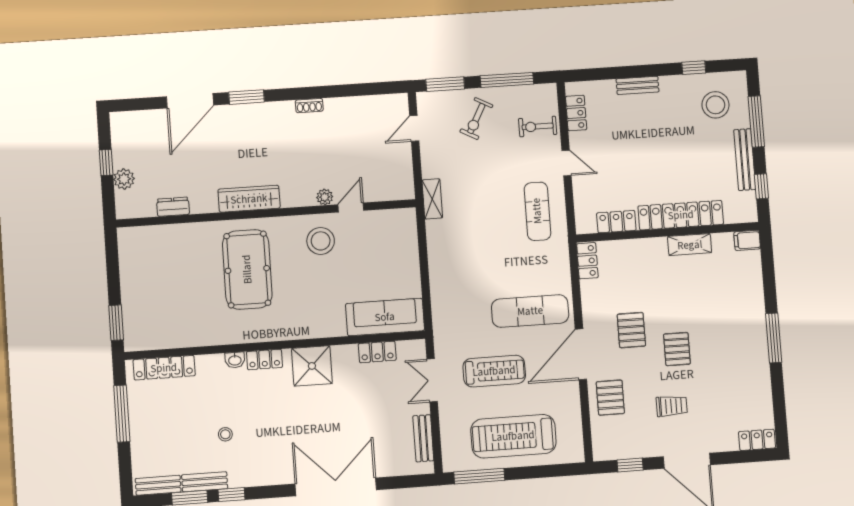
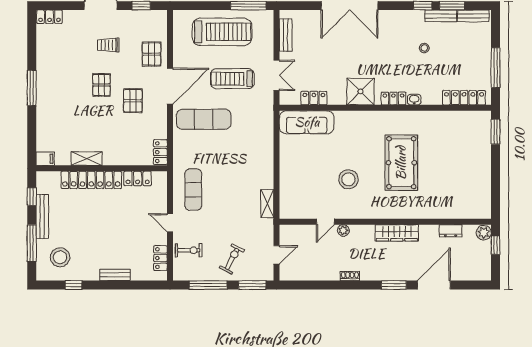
plant: (325, 197) -> (343, 230), moved
wardrobe: (249, 199) -> (397, 233), moved
dresser: (173, 207) -> (451, 231), moved
door: (351, 208) -> (325, 222), moved
wall: (266, 213) -> (385, 222), moved

